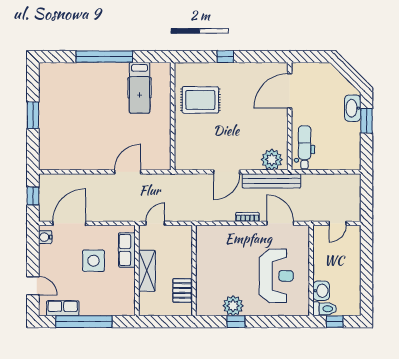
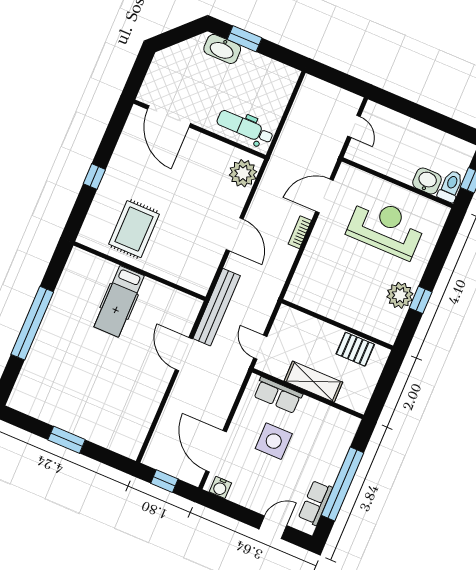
hospital bed: (140, 88) -> (119, 301), moved, turned 90
bench: (271, 181) -> (217, 307), moved

